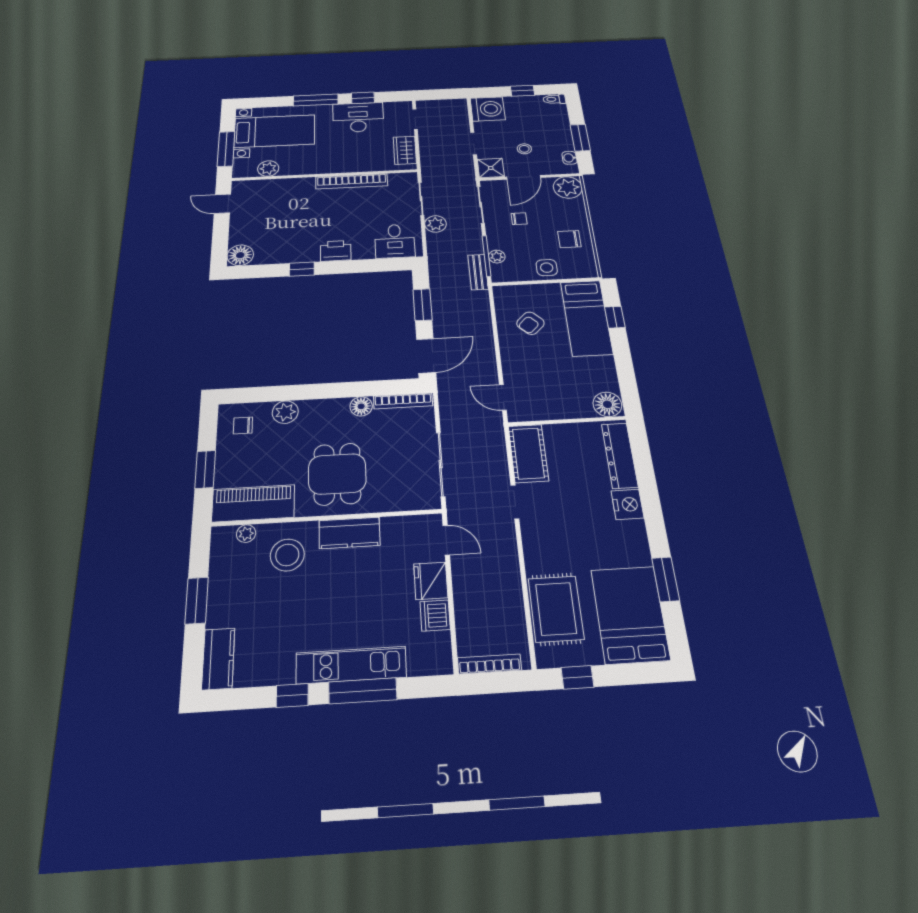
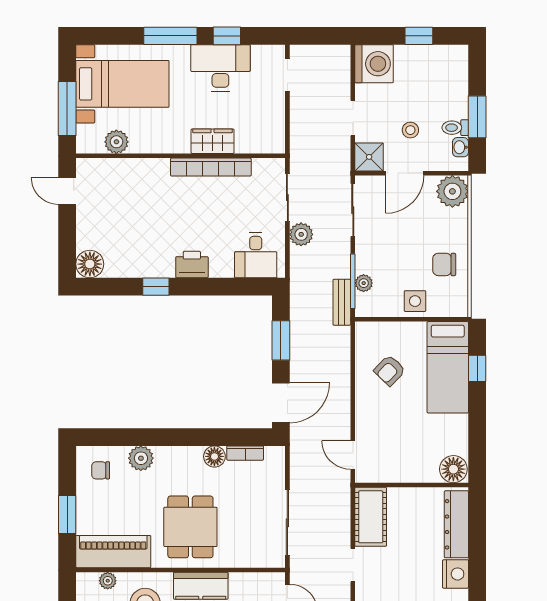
toilet: (554, 99) -> (455, 128), moved
wardrobe: (405, 150) -> (213, 141), moved, turned 90
chair: (519, 219) -> (393, 233), removed
bookcase: (403, 401) -> (245, 453), width x0.64

